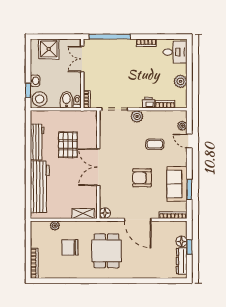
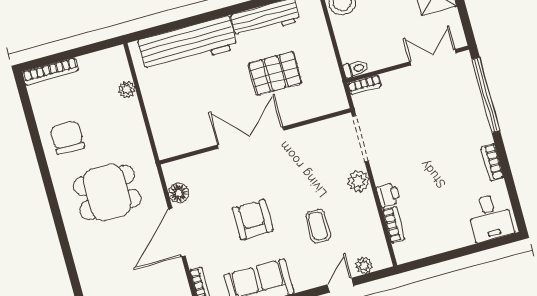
plant: (181, 81) -> (441, 241), removed
bidet: (66, 100) -> (354, 49), removed
floor lamp: (105, 213) -> (179, 193), moved
shelving: (83, 214) -> (161, 133), removed
chair: (70, 247) -> (67, 137), moved

